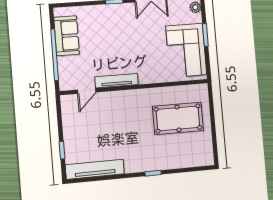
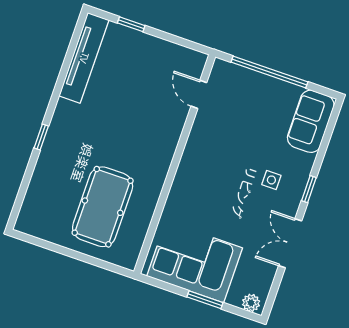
side table: (119, 26) -> (271, 180), added
sofa: (67, 36) -> (311, 121), moved, turned 90
tv unit: (117, 81) -> (195, 143), removed

